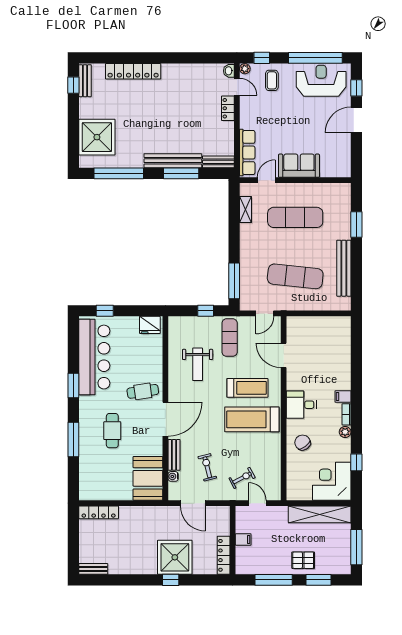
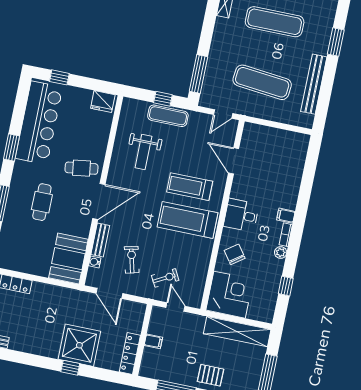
exercise mat: (230, 338) -> (168, 116), moved, turned 90
treadmill: (247, 388) -> (190, 187), turned 180
corner desk: (332, 481) -> (229, 295), moved, turned 90

